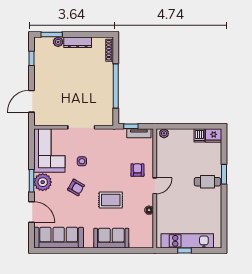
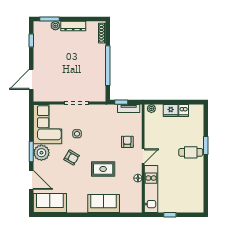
fridge: (214, 136) -> (171, 110), moved
sofa: (59, 238) -> (50, 203), width x0.73
kitchen unit: (187, 241) -> (151, 189), moved, turned 90

